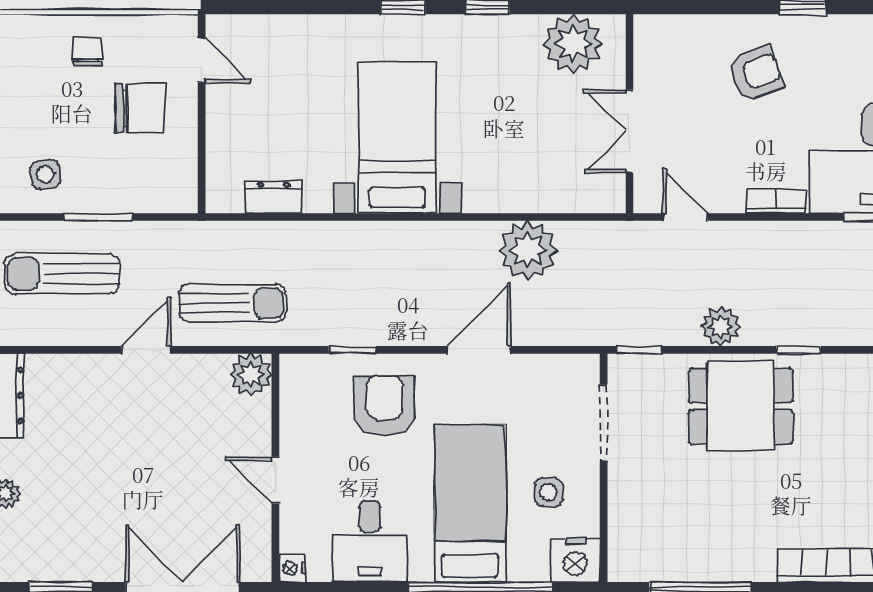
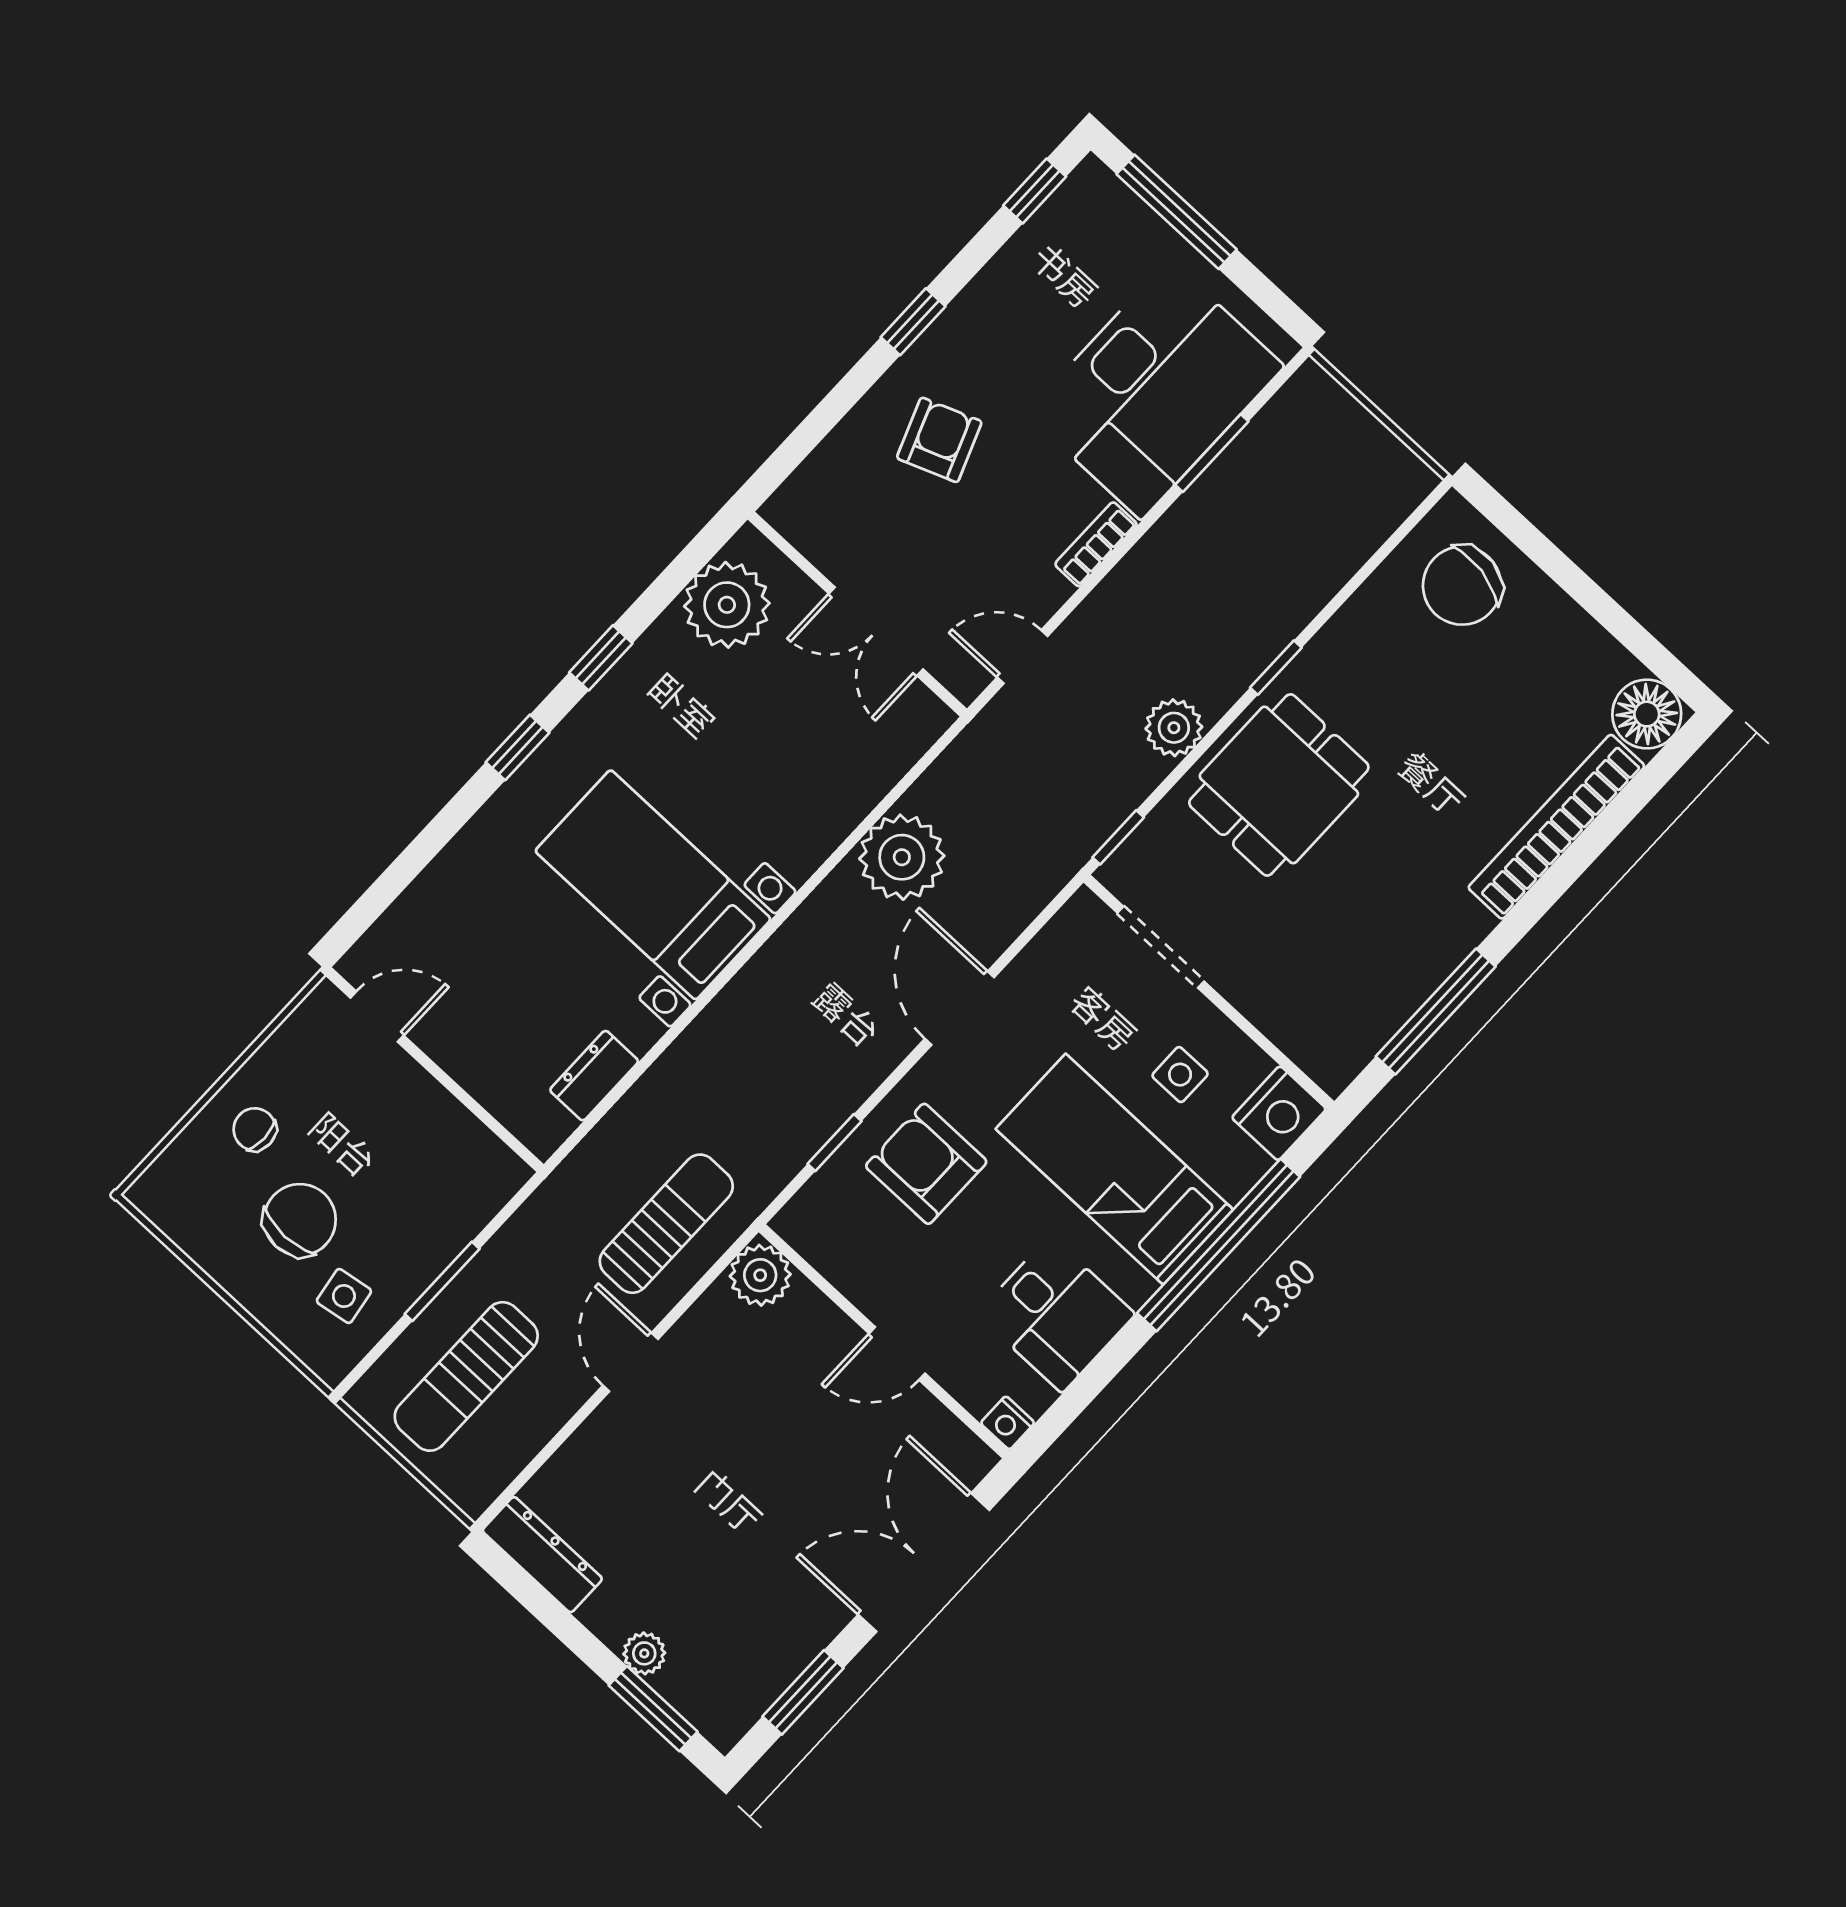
chair: (140, 108) -> (300, 1220), moved

